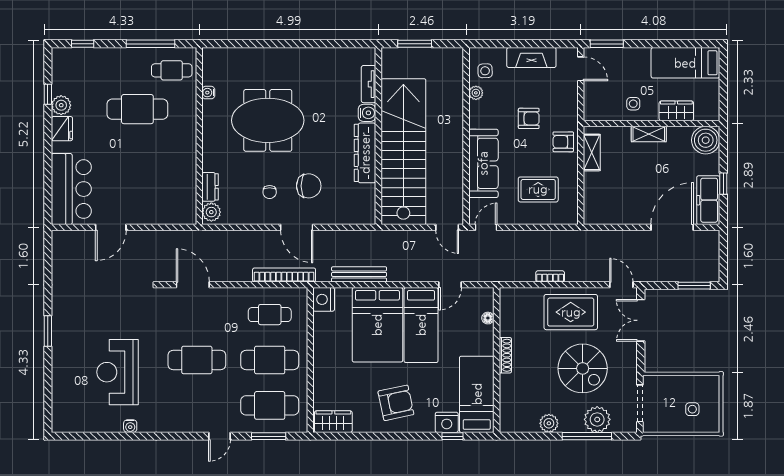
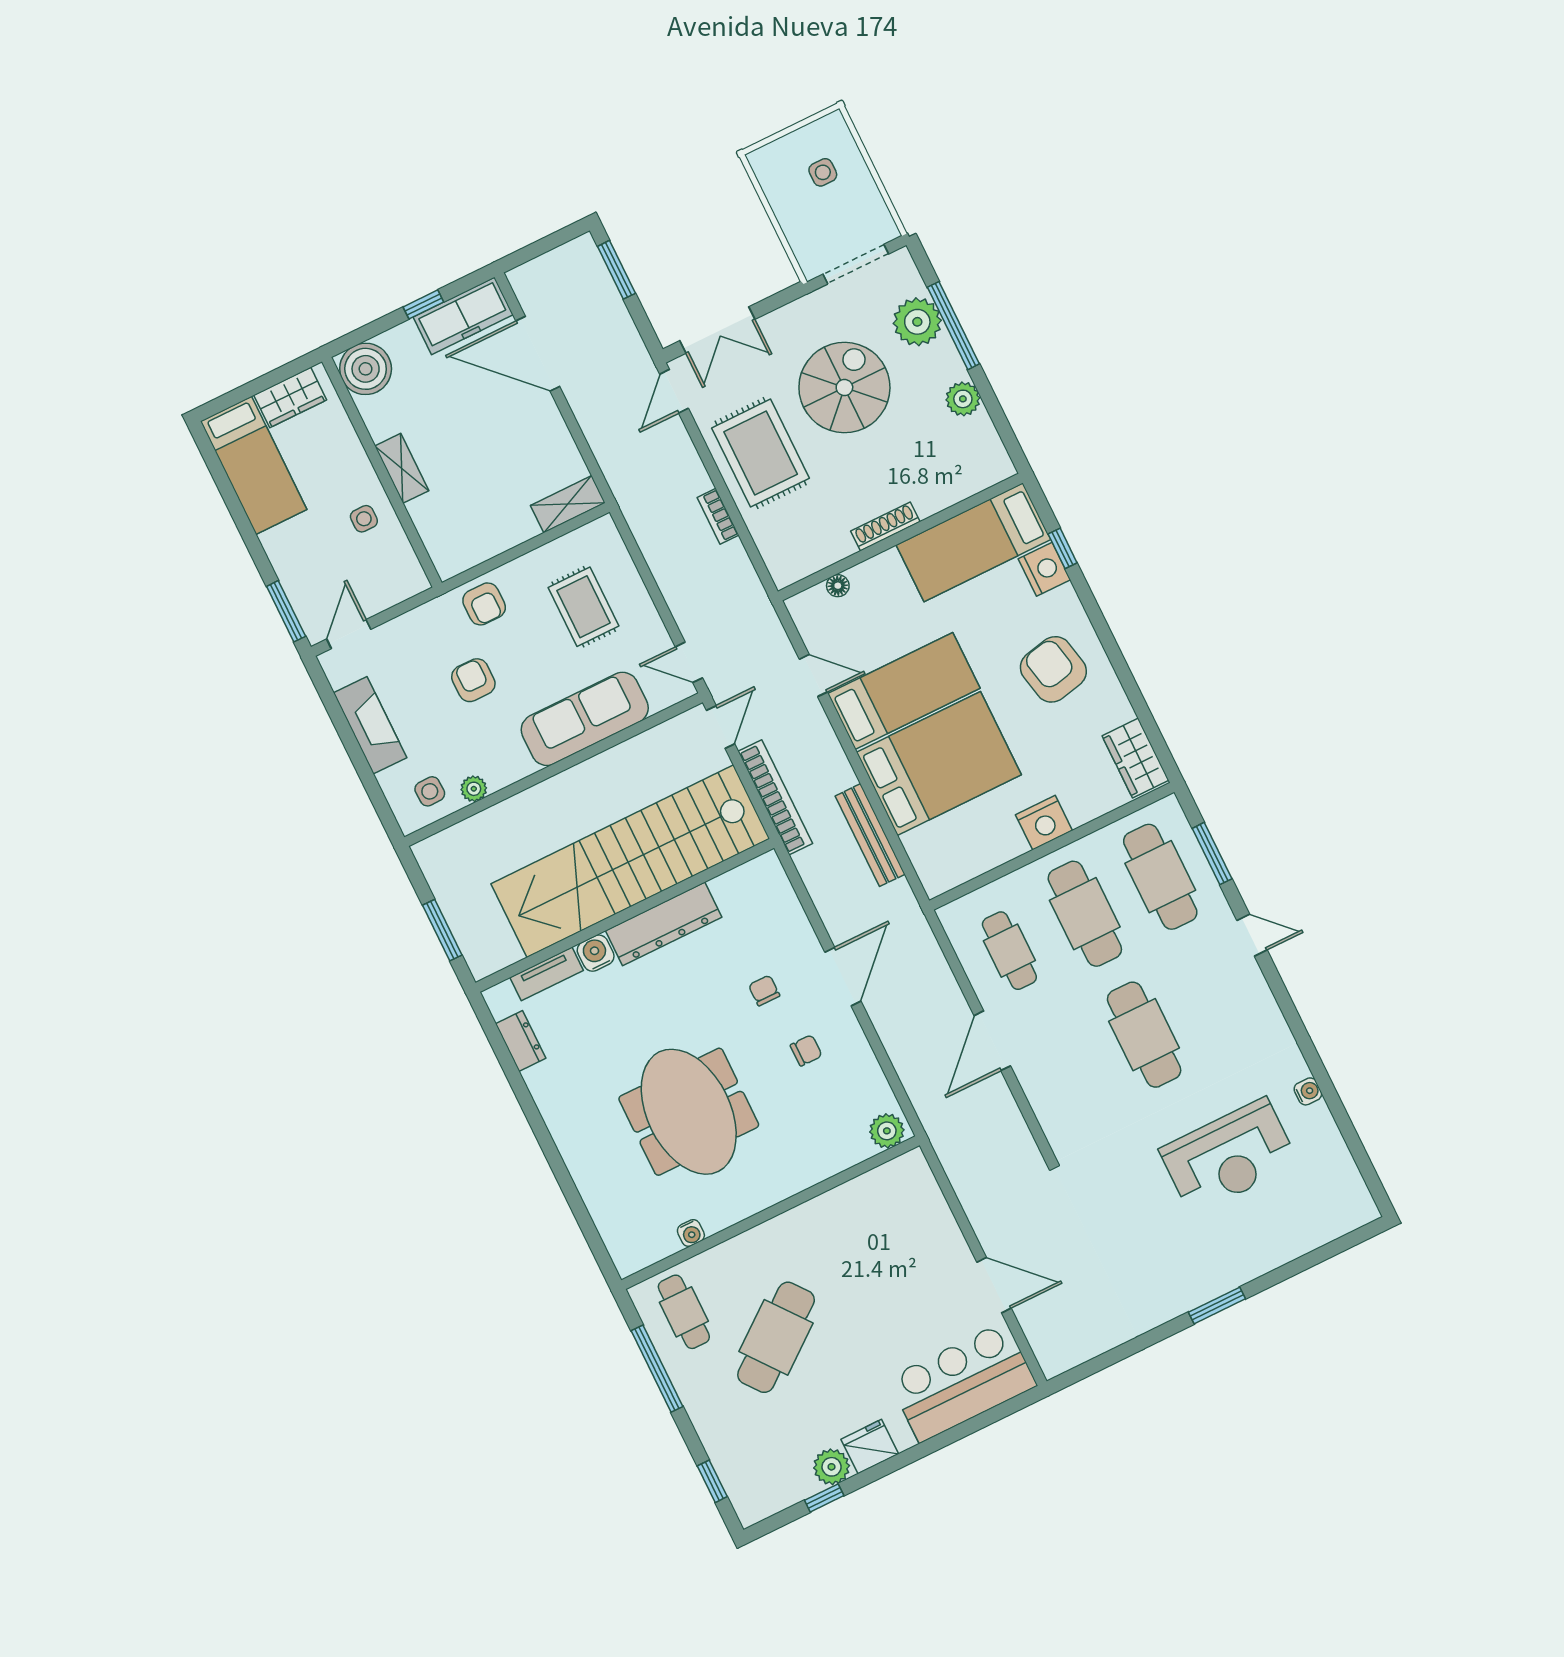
cafe table: (137, 109) -> (776, 1337), turned 52
wardrobe: (676, 111) -> (290, 398), moved, turned -90
shelving: (592, 152) -> (568, 504), moved
chair: (309, 186) -> (764, 990), width x0.54, depth x0.54
dresser: (210, 187) -> (521, 1041), moved, turned 90
bookcase: (284, 275) -> (775, 797), moved, turned 180
door: (193, 285) -> (992, 1041), moved
nightstand: (324, 299) -> (1044, 823), moved

